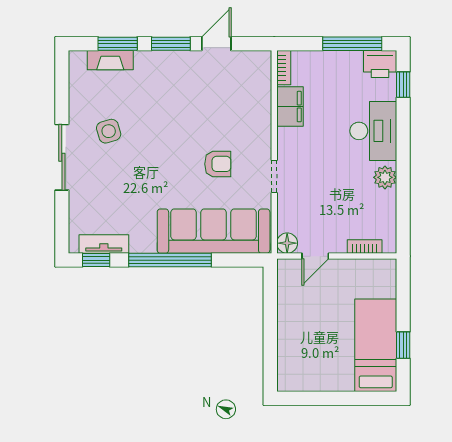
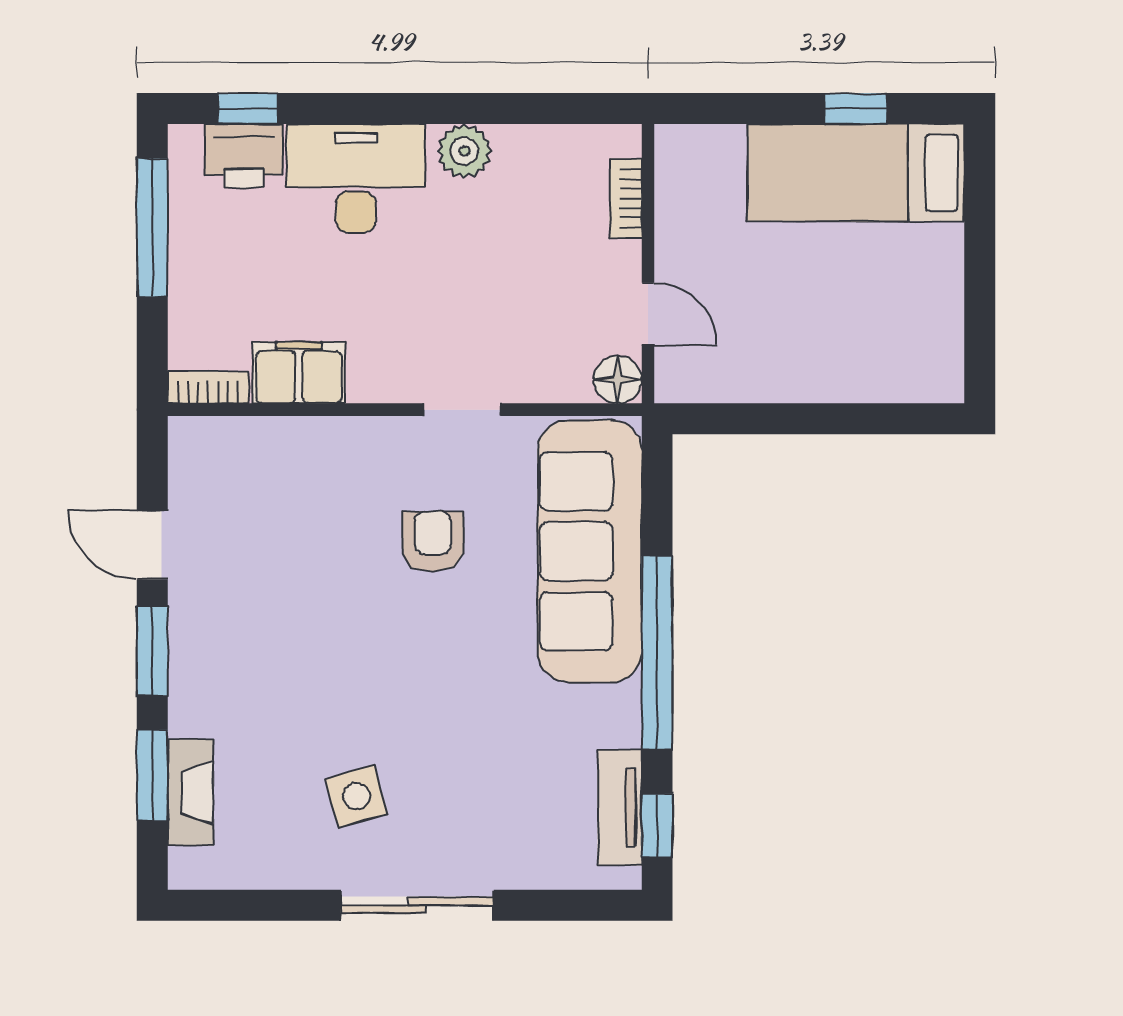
printer: (380, 64) -> (244, 156), moved, turned 90

